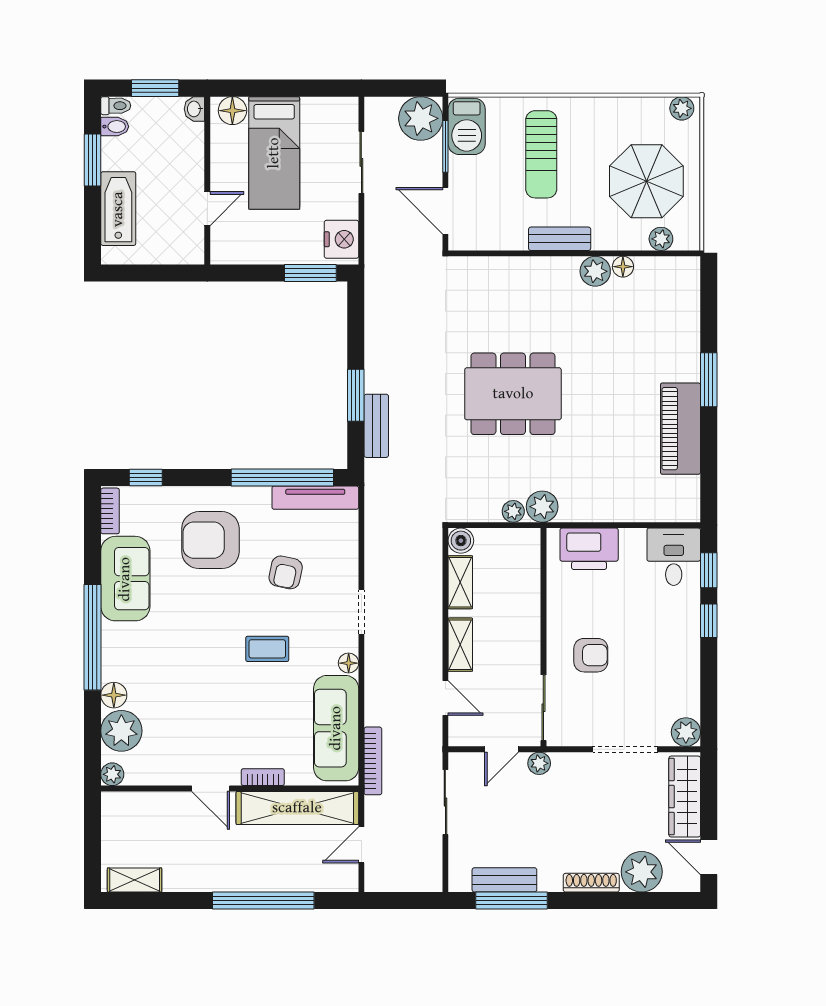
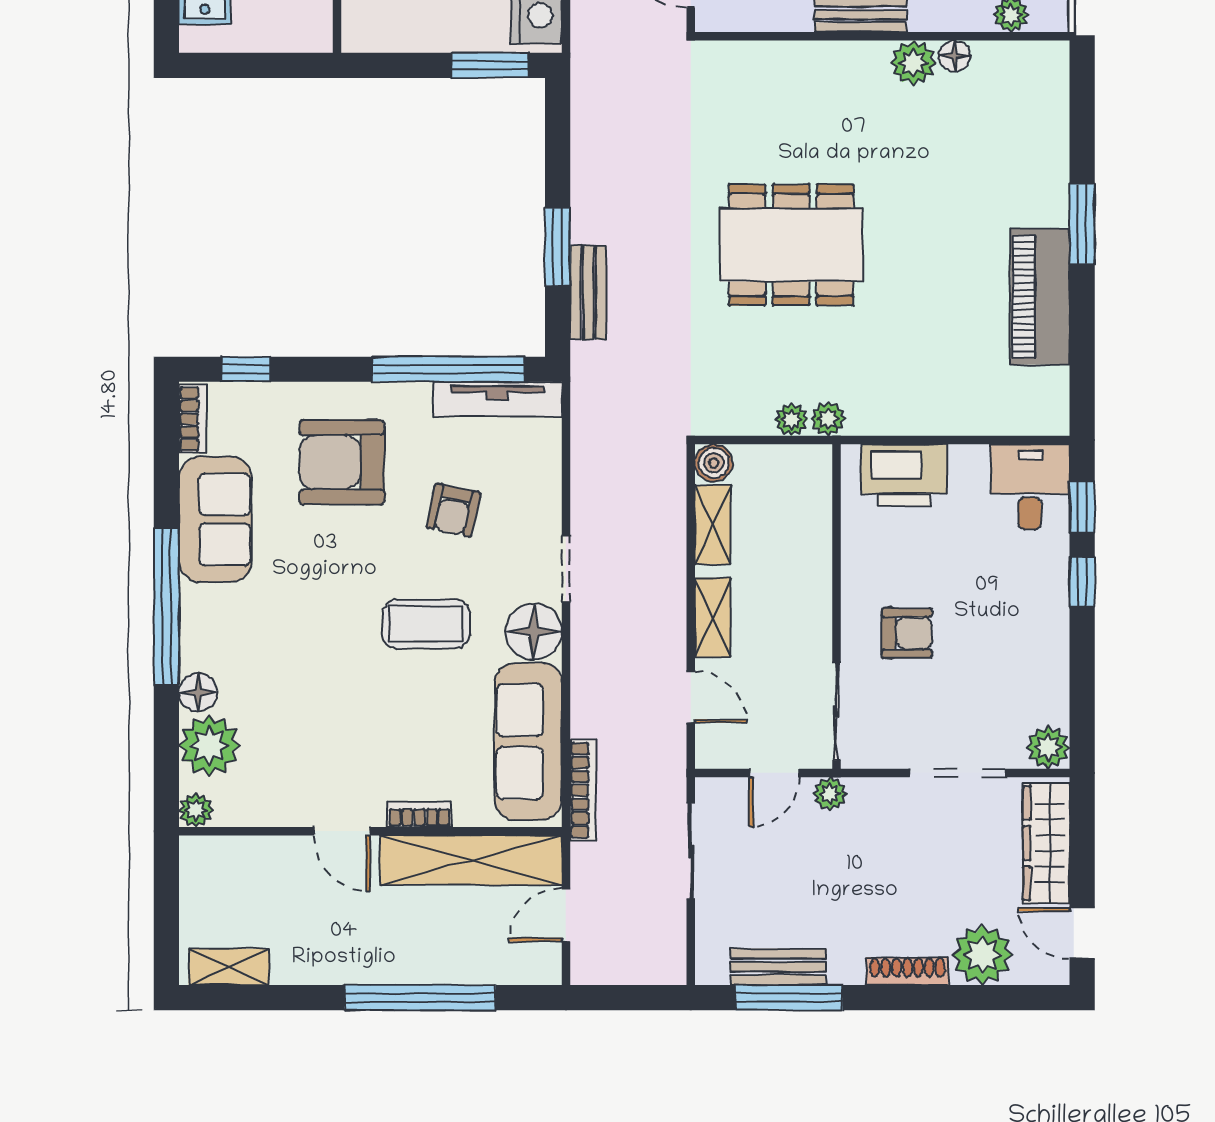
plant: (542, 507) -> (828, 419), width x0.73, depth x0.73
coffee table: (267, 649) -> (426, 624), width x1.36, depth x1.30
floor lamp: (349, 663) -> (534, 632), width x1.89, depth x1.89

